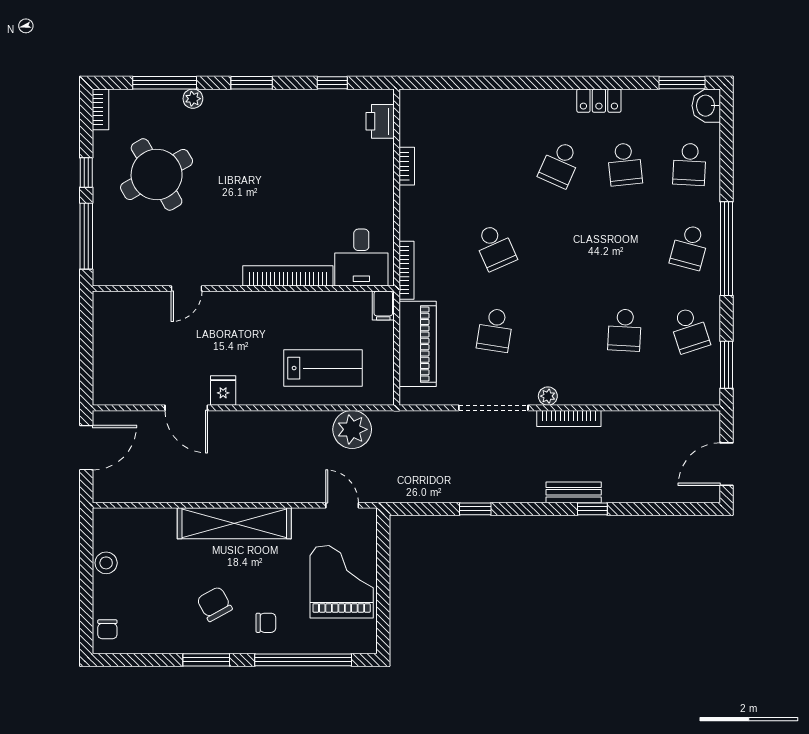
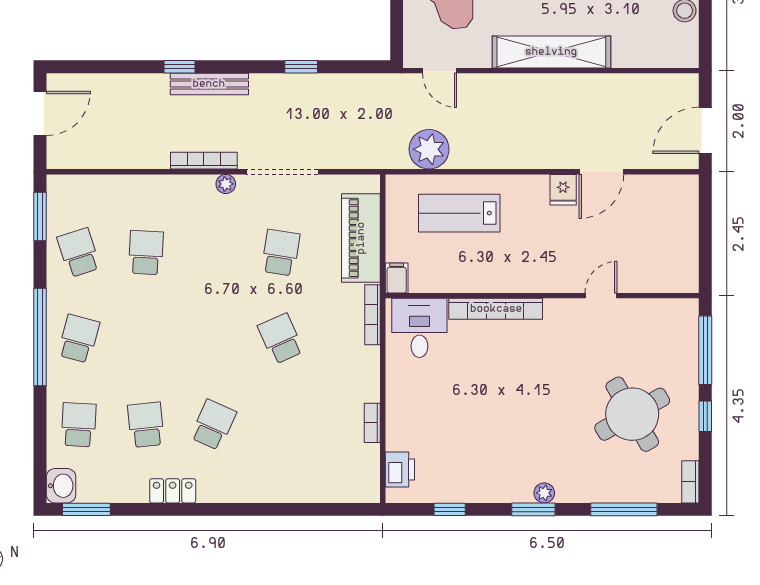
plant: (193, 99) -> (544, 493), moved
door: (186, 408) -> (601, 172), swing flipped
bench: (574, 492) -> (209, 84), width x1.36

